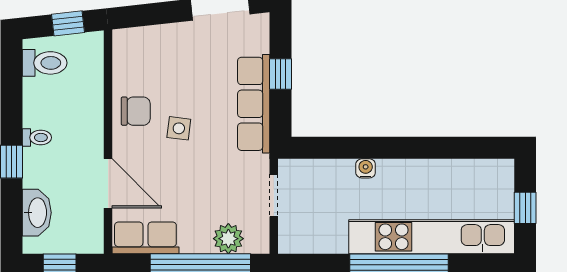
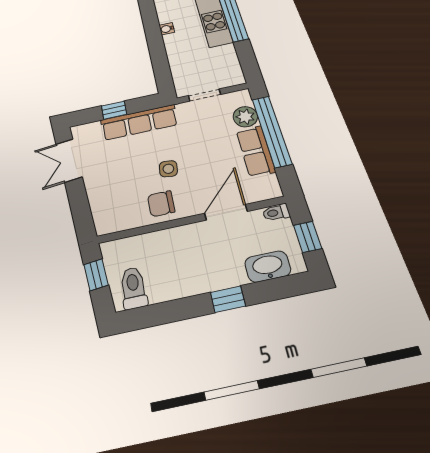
chair: (136, 111) -> (161, 204), turned -90
toilet: (37, 138) -> (276, 212), moved, turned -90
water cooler: (366, 168) -> (167, 29), moved
row of seats: (145, 238) -> (256, 151), moved

